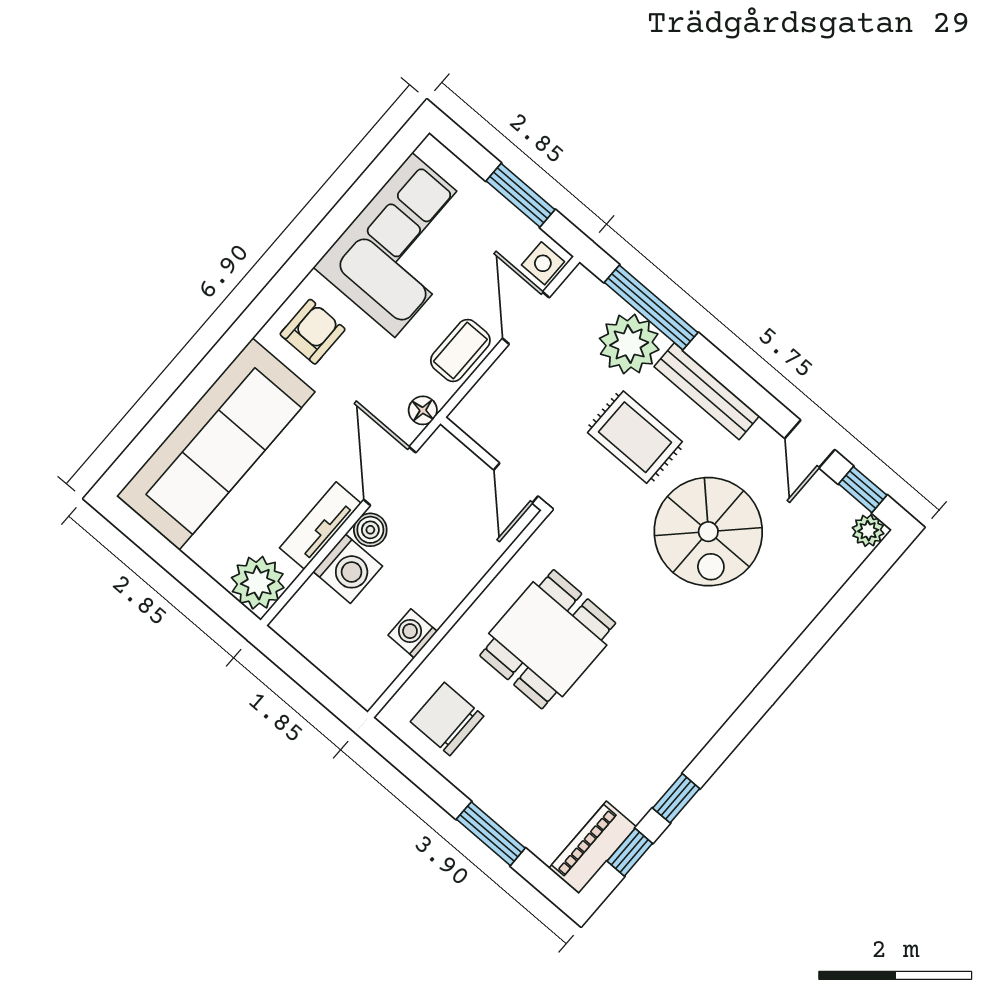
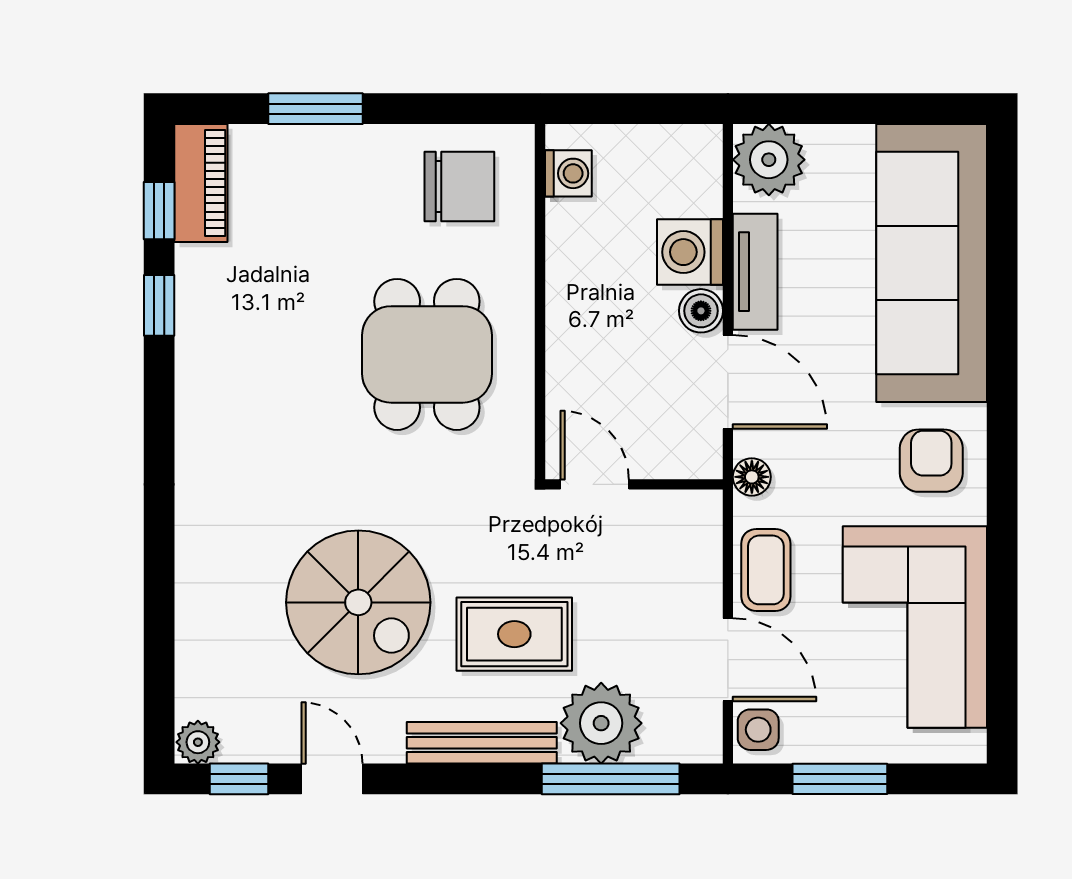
armchair: (313, 332) -> (931, 461), turned 180
spiral stairs: (708, 532) -> (358, 602), turned 180
washing machine: (413, 633) -> (568, 173), moved

